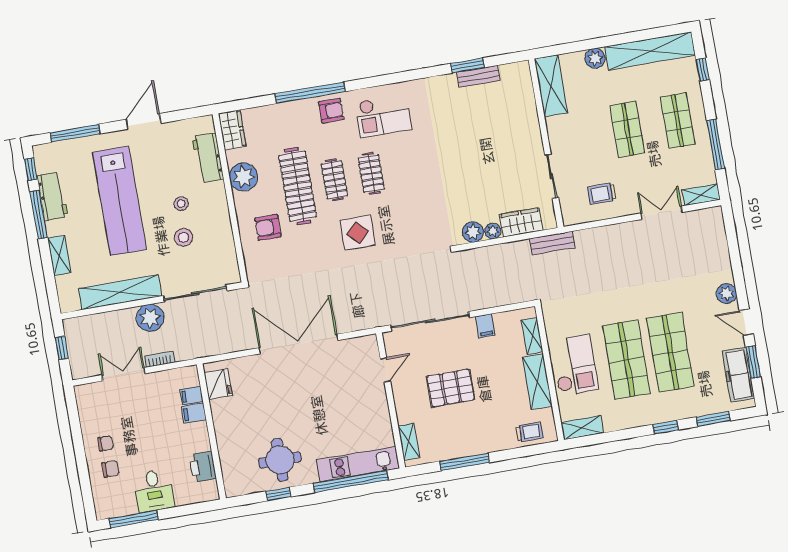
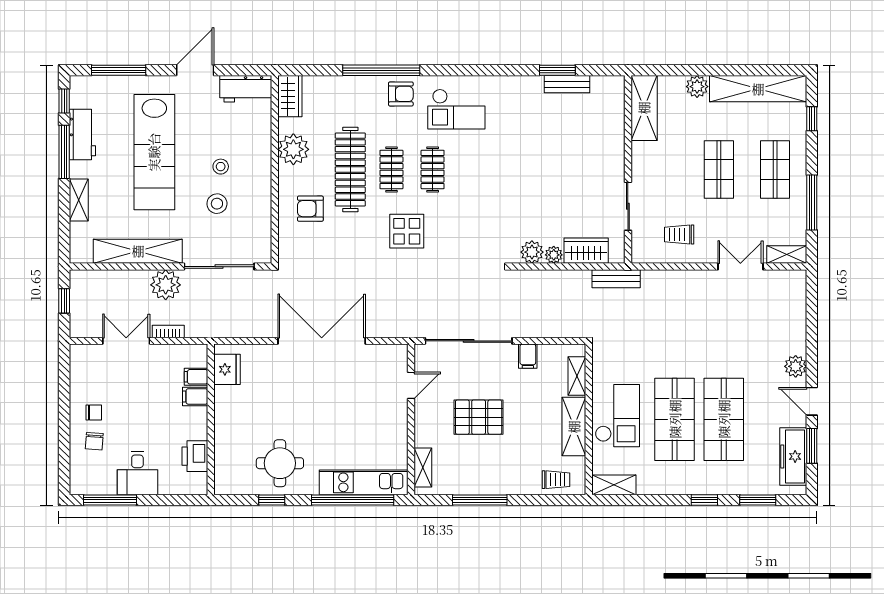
workbench: (208, 158) -> (246, 89), moved, turned -90
chair: (110, 469) -> (94, 441), turned 94

